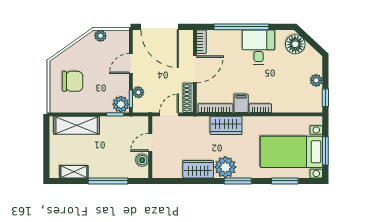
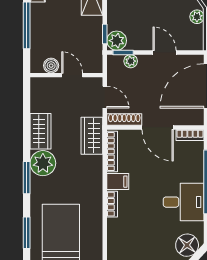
wardrobe: (226, 125) -> (92, 136), moved

